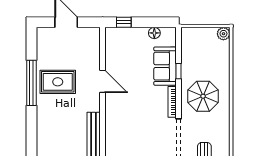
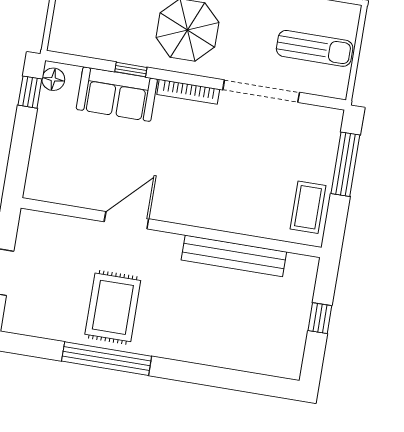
window: (124, 22) -> (30, 92), moved
floor lamp: (154, 33) -> (53, 79), moved

